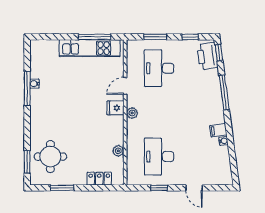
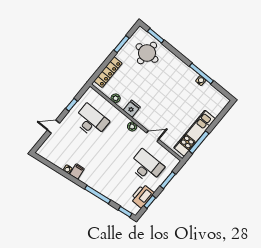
printer: (207, 56) -> (142, 196), moved, turned -83
door: (125, 86) -> (153, 136), hinge flipped
fridge: (115, 108) -> (132, 109), moved
locker: (99, 179) -> (108, 72), width x1.53

